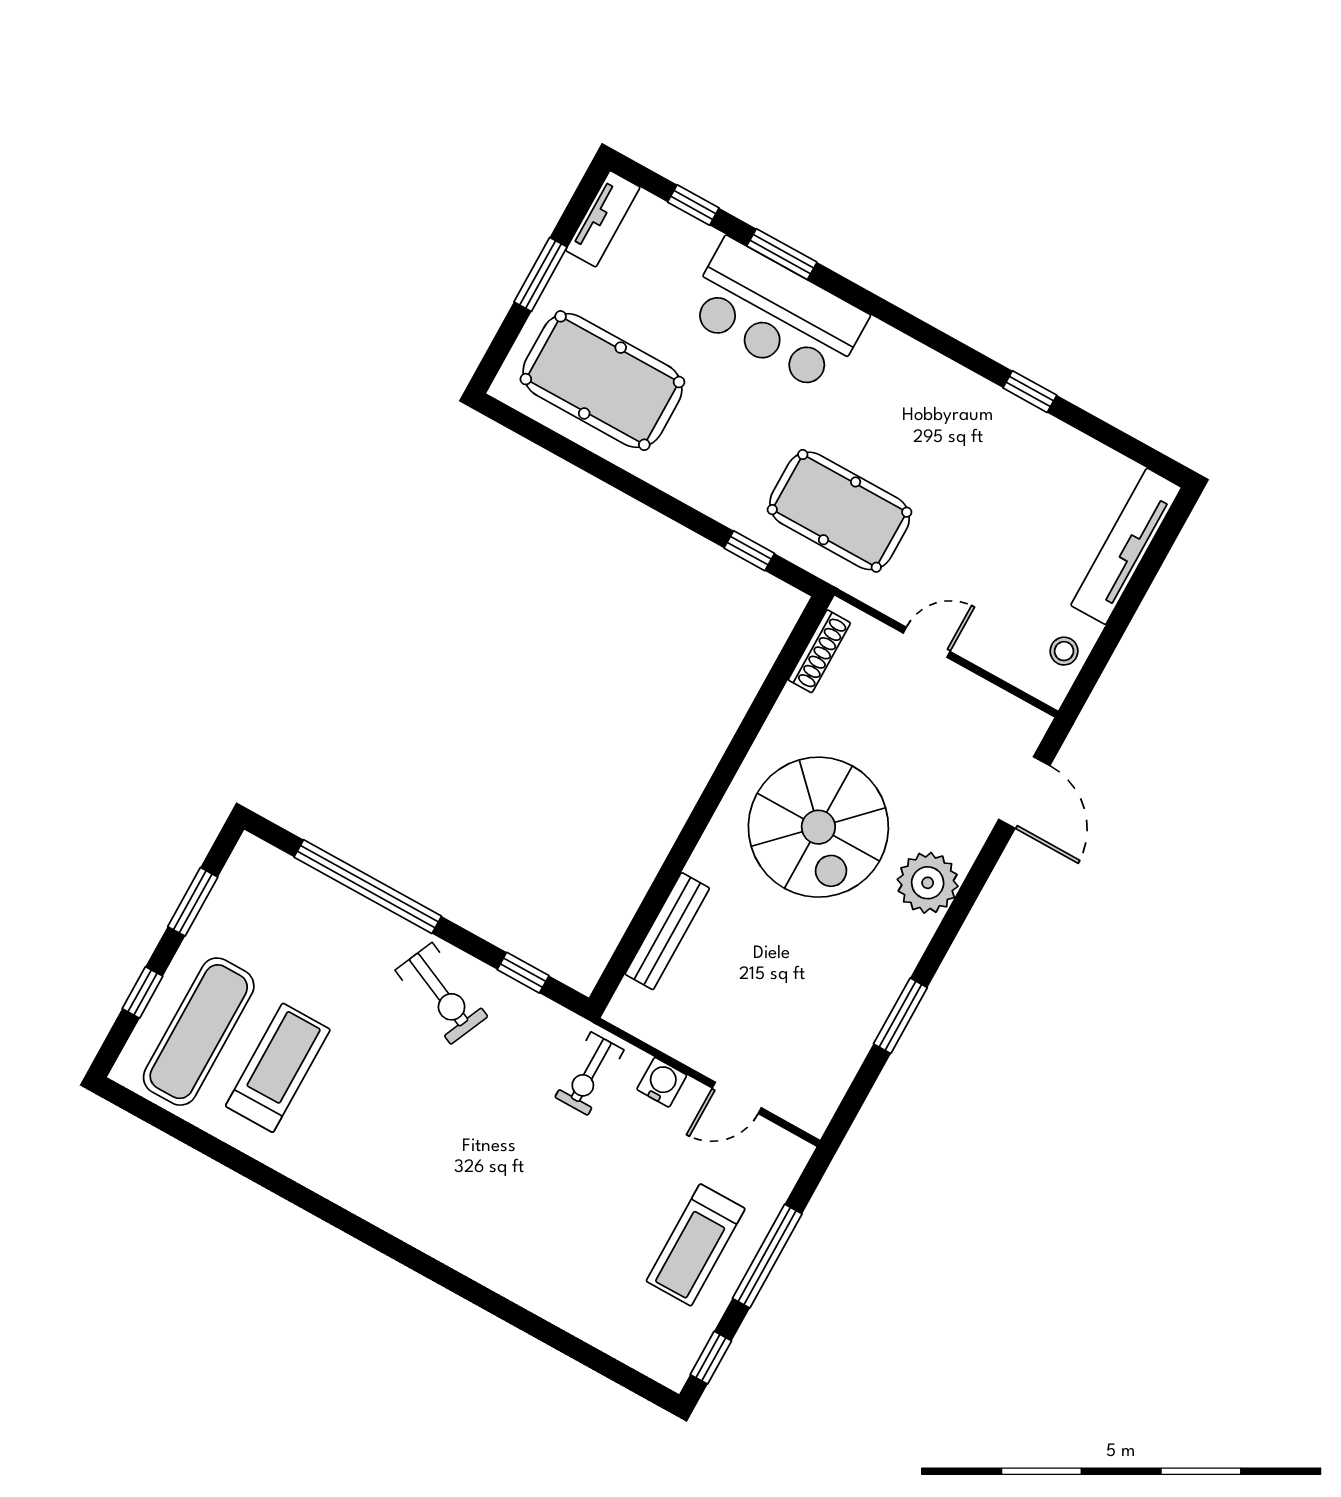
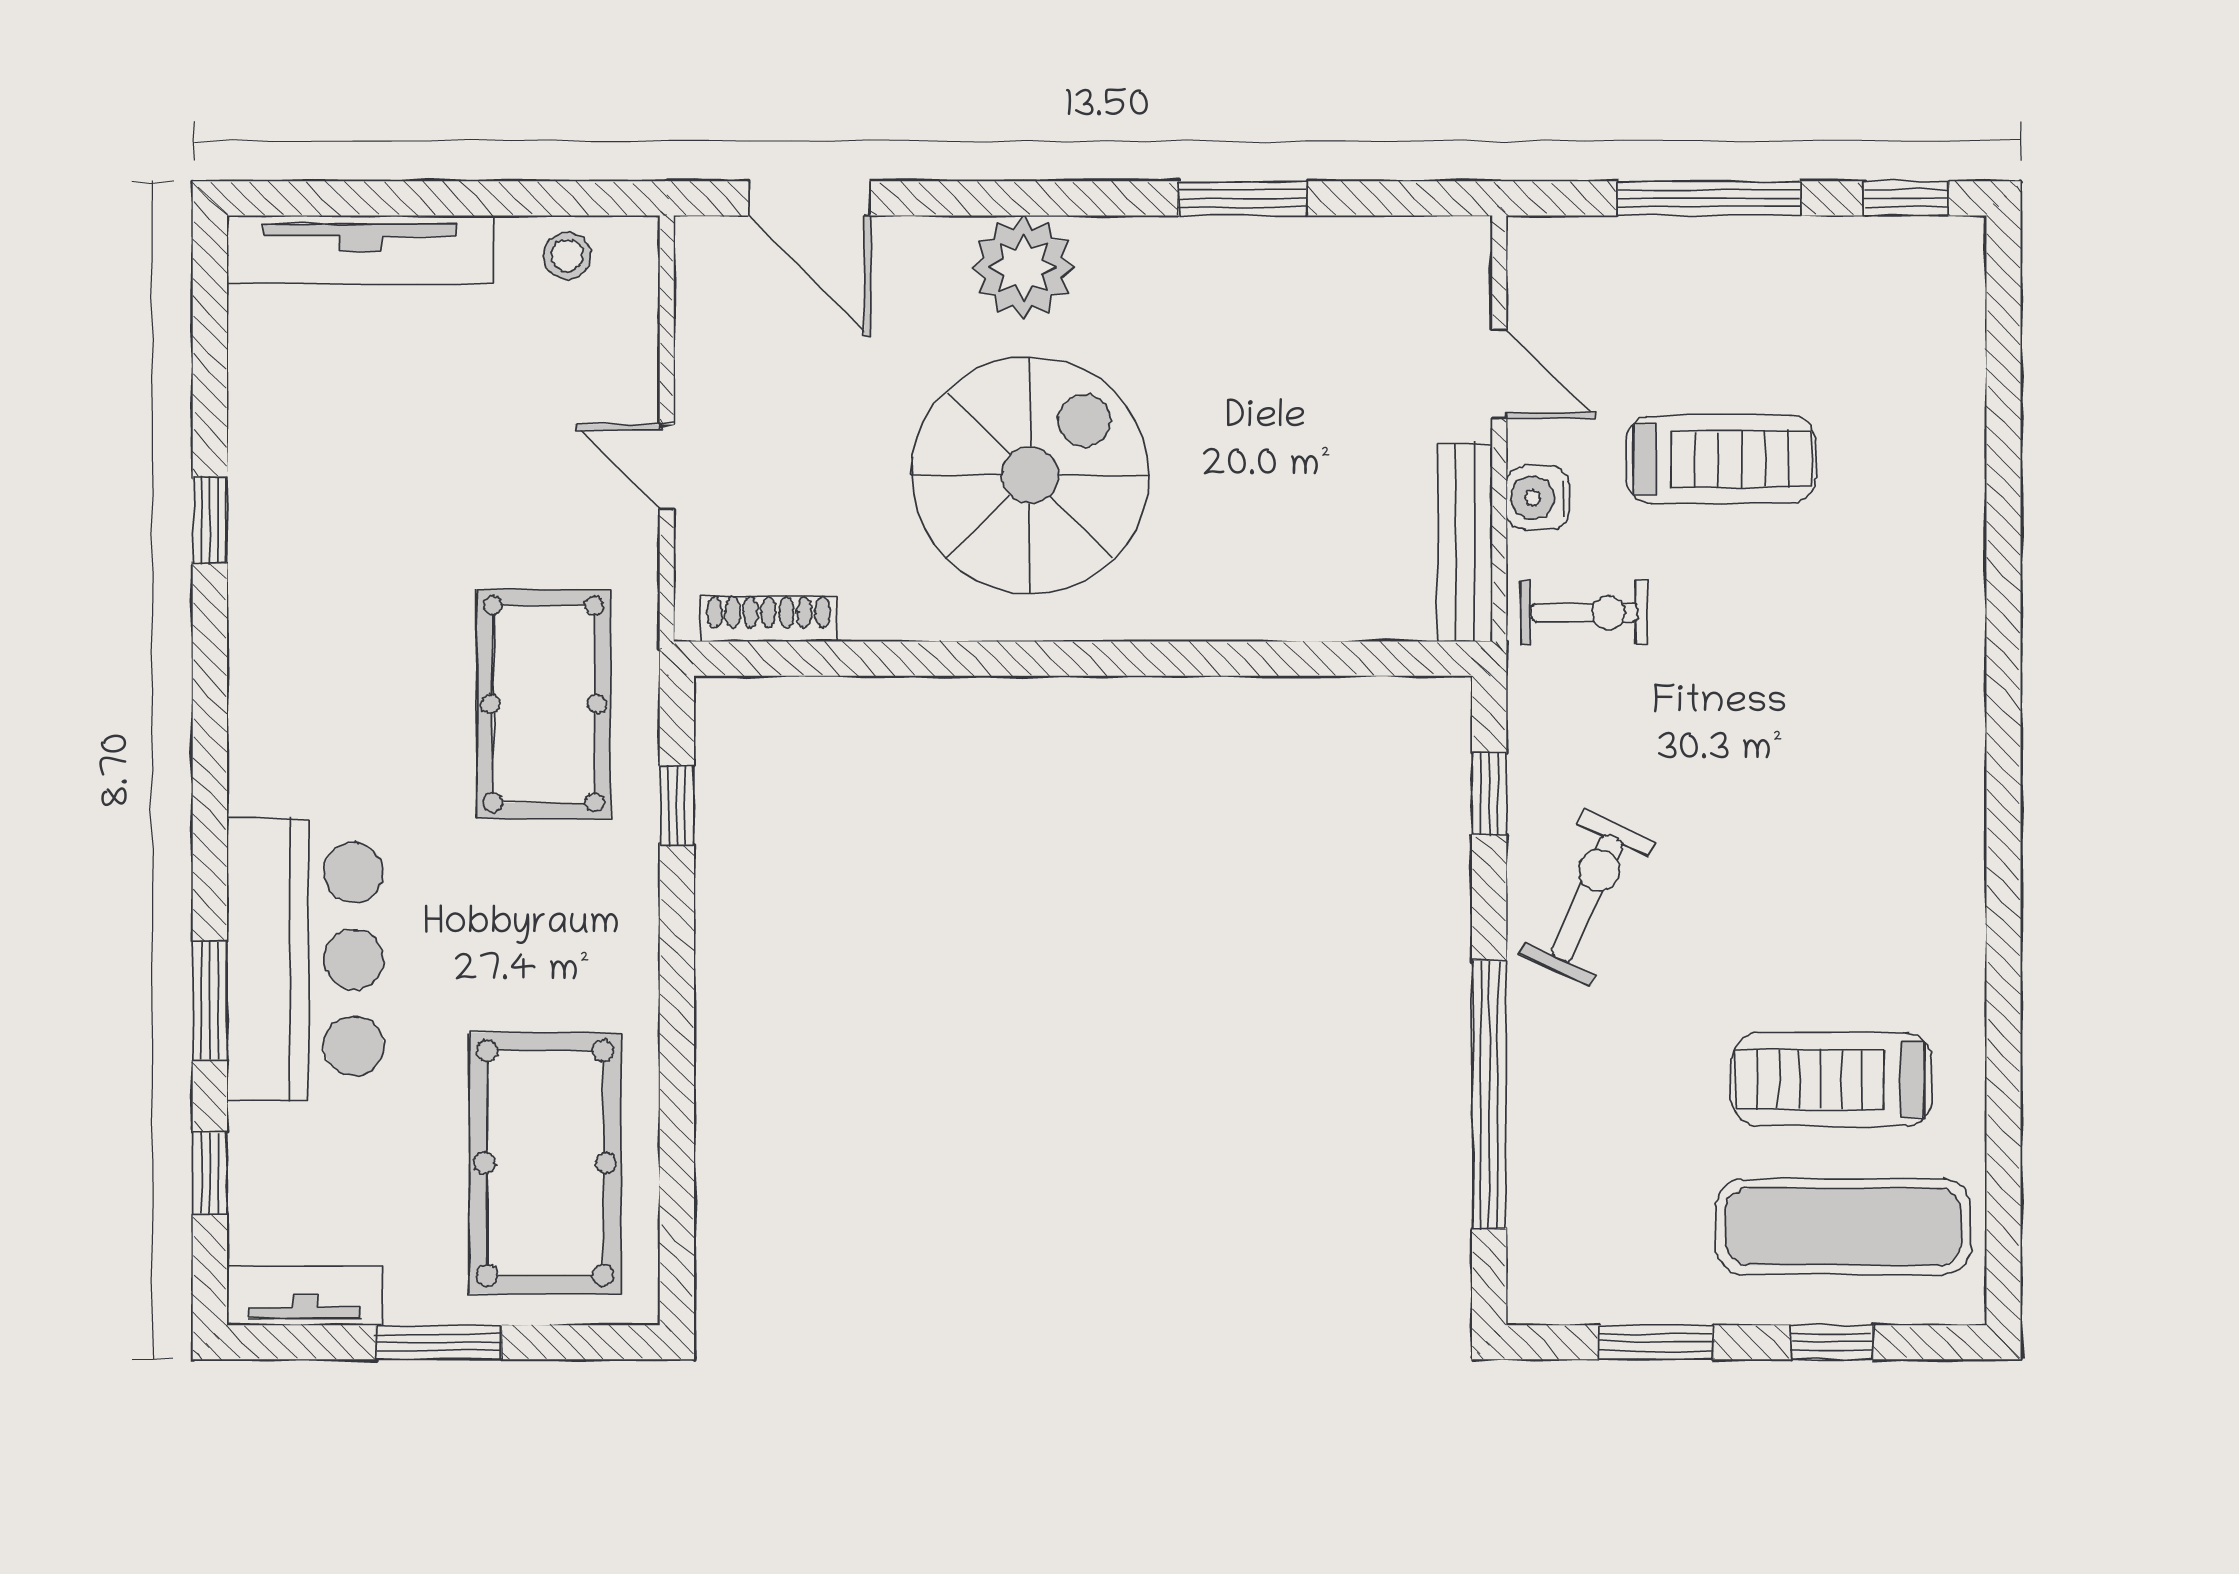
door: (1024, 792) -> (810, 198), swing flipped
bench: (667, 931) -> (1465, 543), moved, turned 90
treadmill: (696, 1245) -> (1721, 459), moved

